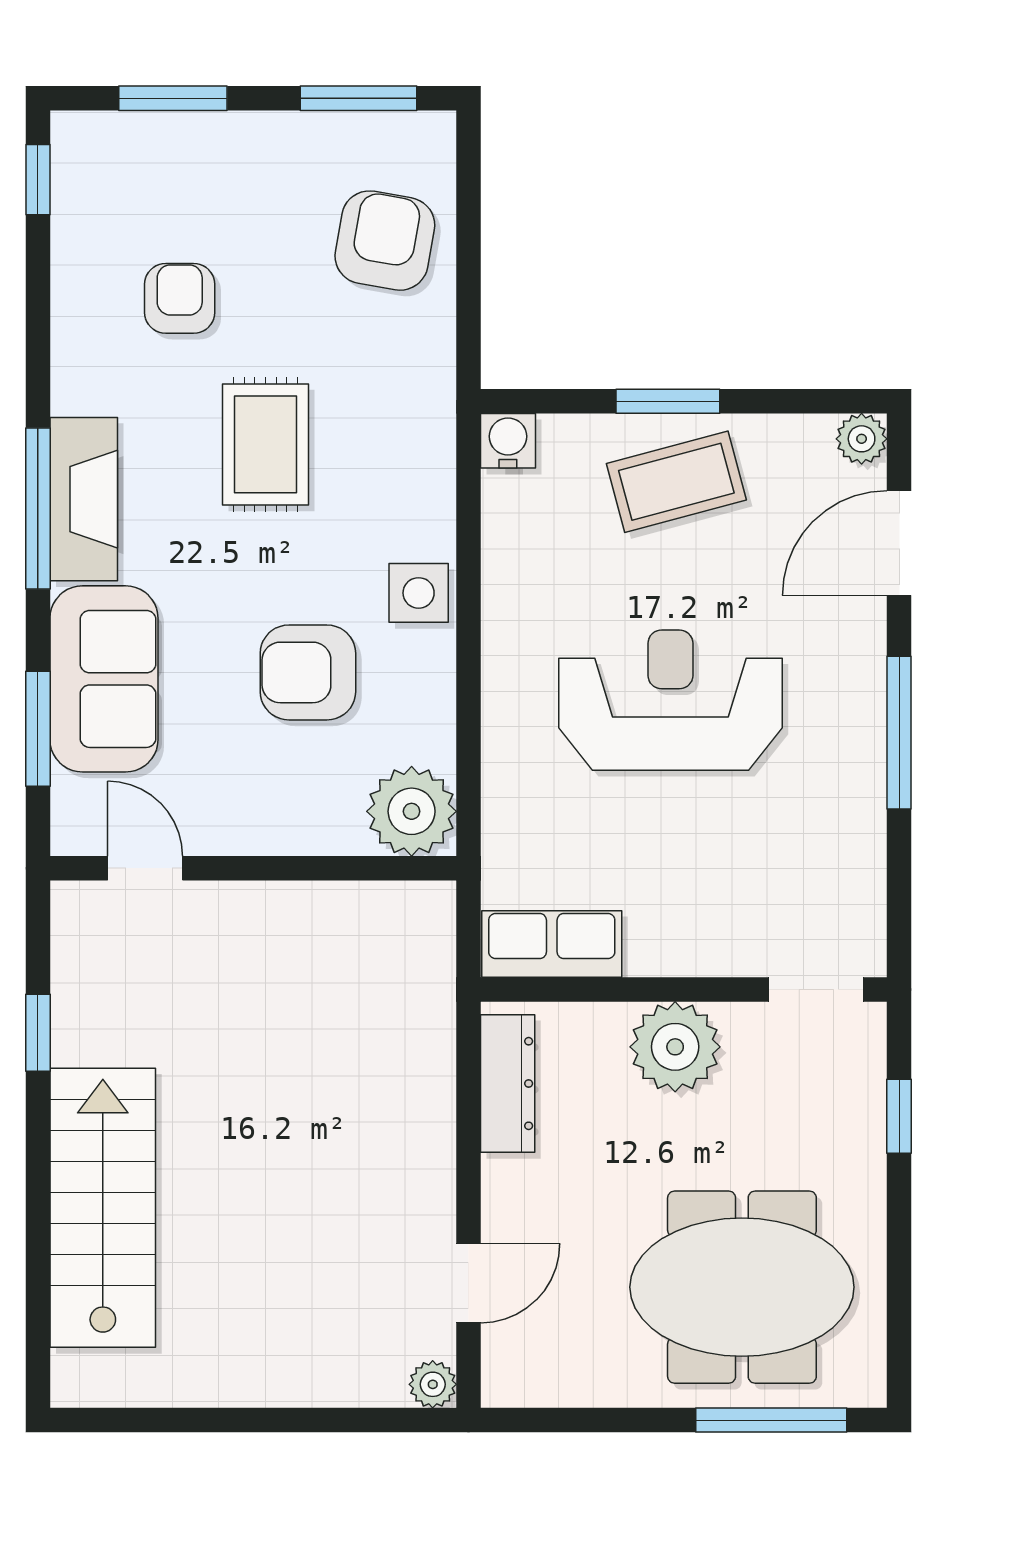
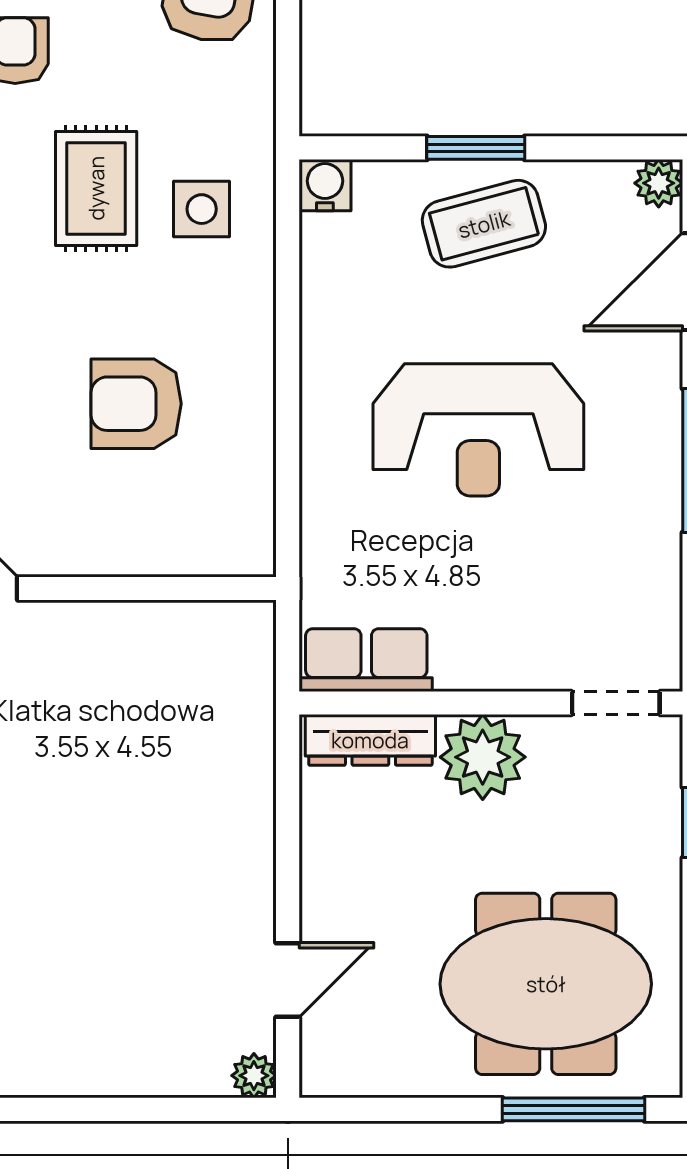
side table: (419, 593) -> (202, 209), moved
reception desk: (670, 700) -> (478, 430), turned 180
plant: (412, 811) -> (234, 535), removed
dresser: (508, 1084) -> (370, 740), moved, turned 90

